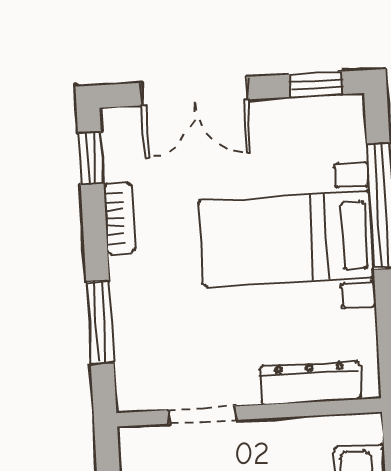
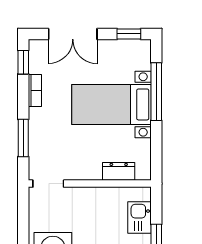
dresser: (310, 383) -> (119, 171), width x0.70
doorway: (202, 415) -> (48, 184), moved

